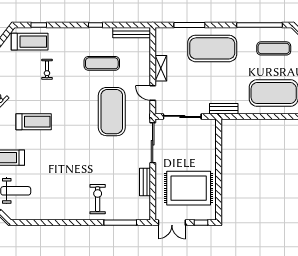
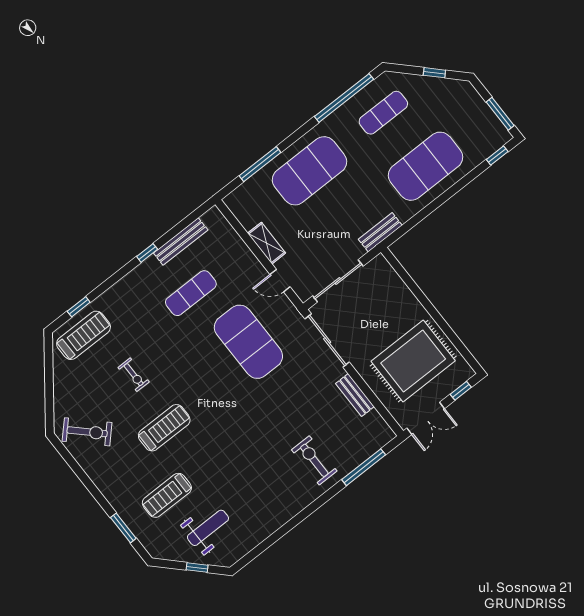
bench: (132, 33) -> (181, 241), moved
exercise bike: (47, 69) -> (134, 375), moved

